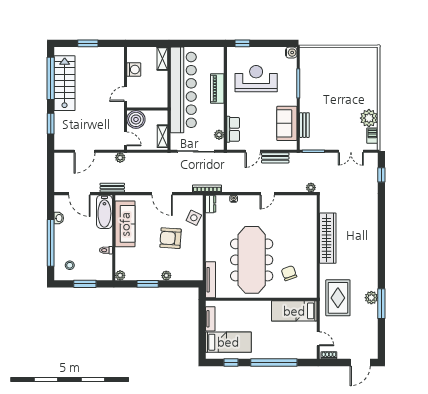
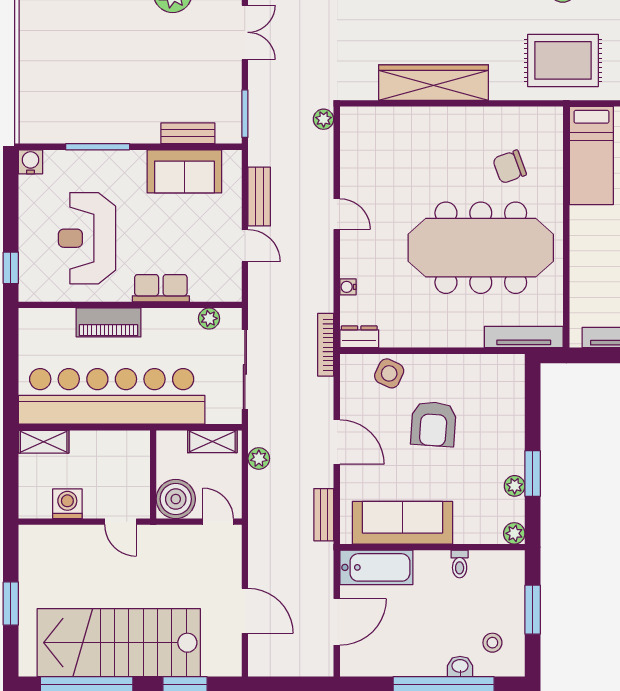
stairs: (65, 83) -> (119, 643), width x1.36, depth x1.51
row of seats: (233, 129) -> (161, 288), moved
door: (126, 139) -> (218, 522), hinge flipped
plant: (120, 158) -> (259, 458), moved
bench: (112, 188) -> (324, 515), moved
door: (162, 194) -> (337, 442), hinge flipped
washbasin: (59, 218) -> (460, 667), moved
plant: (166, 276) -> (515, 486), moved

